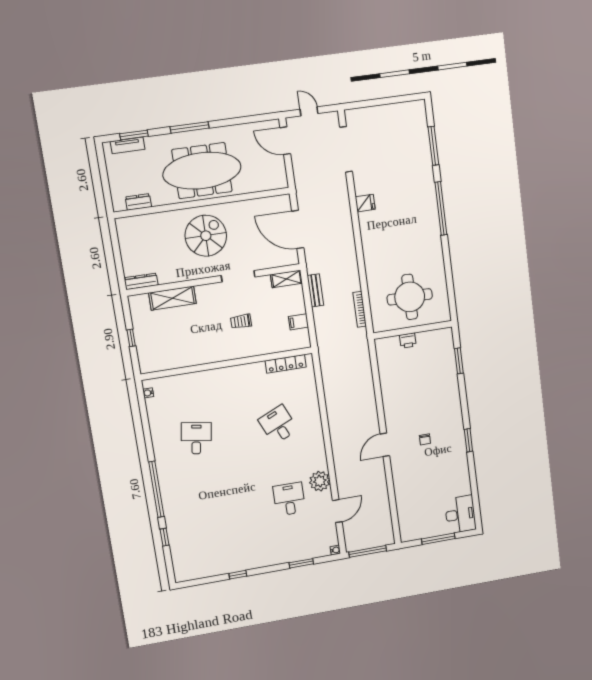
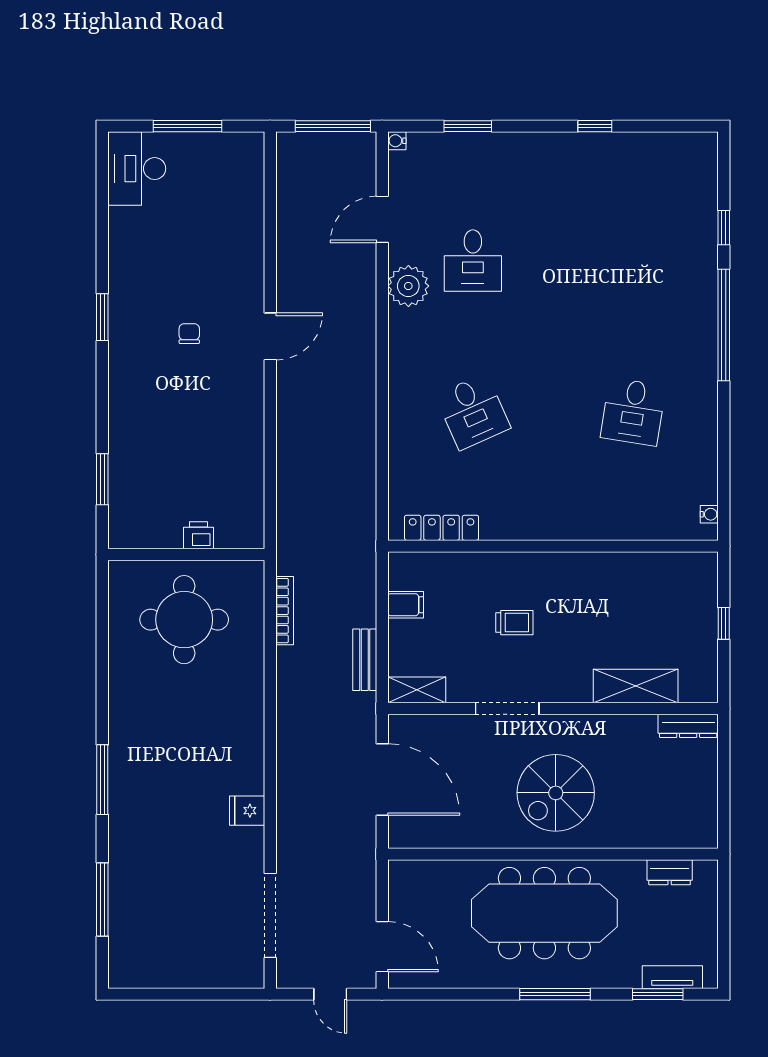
window: (441, 209) -> (102, 780), width x0.68

